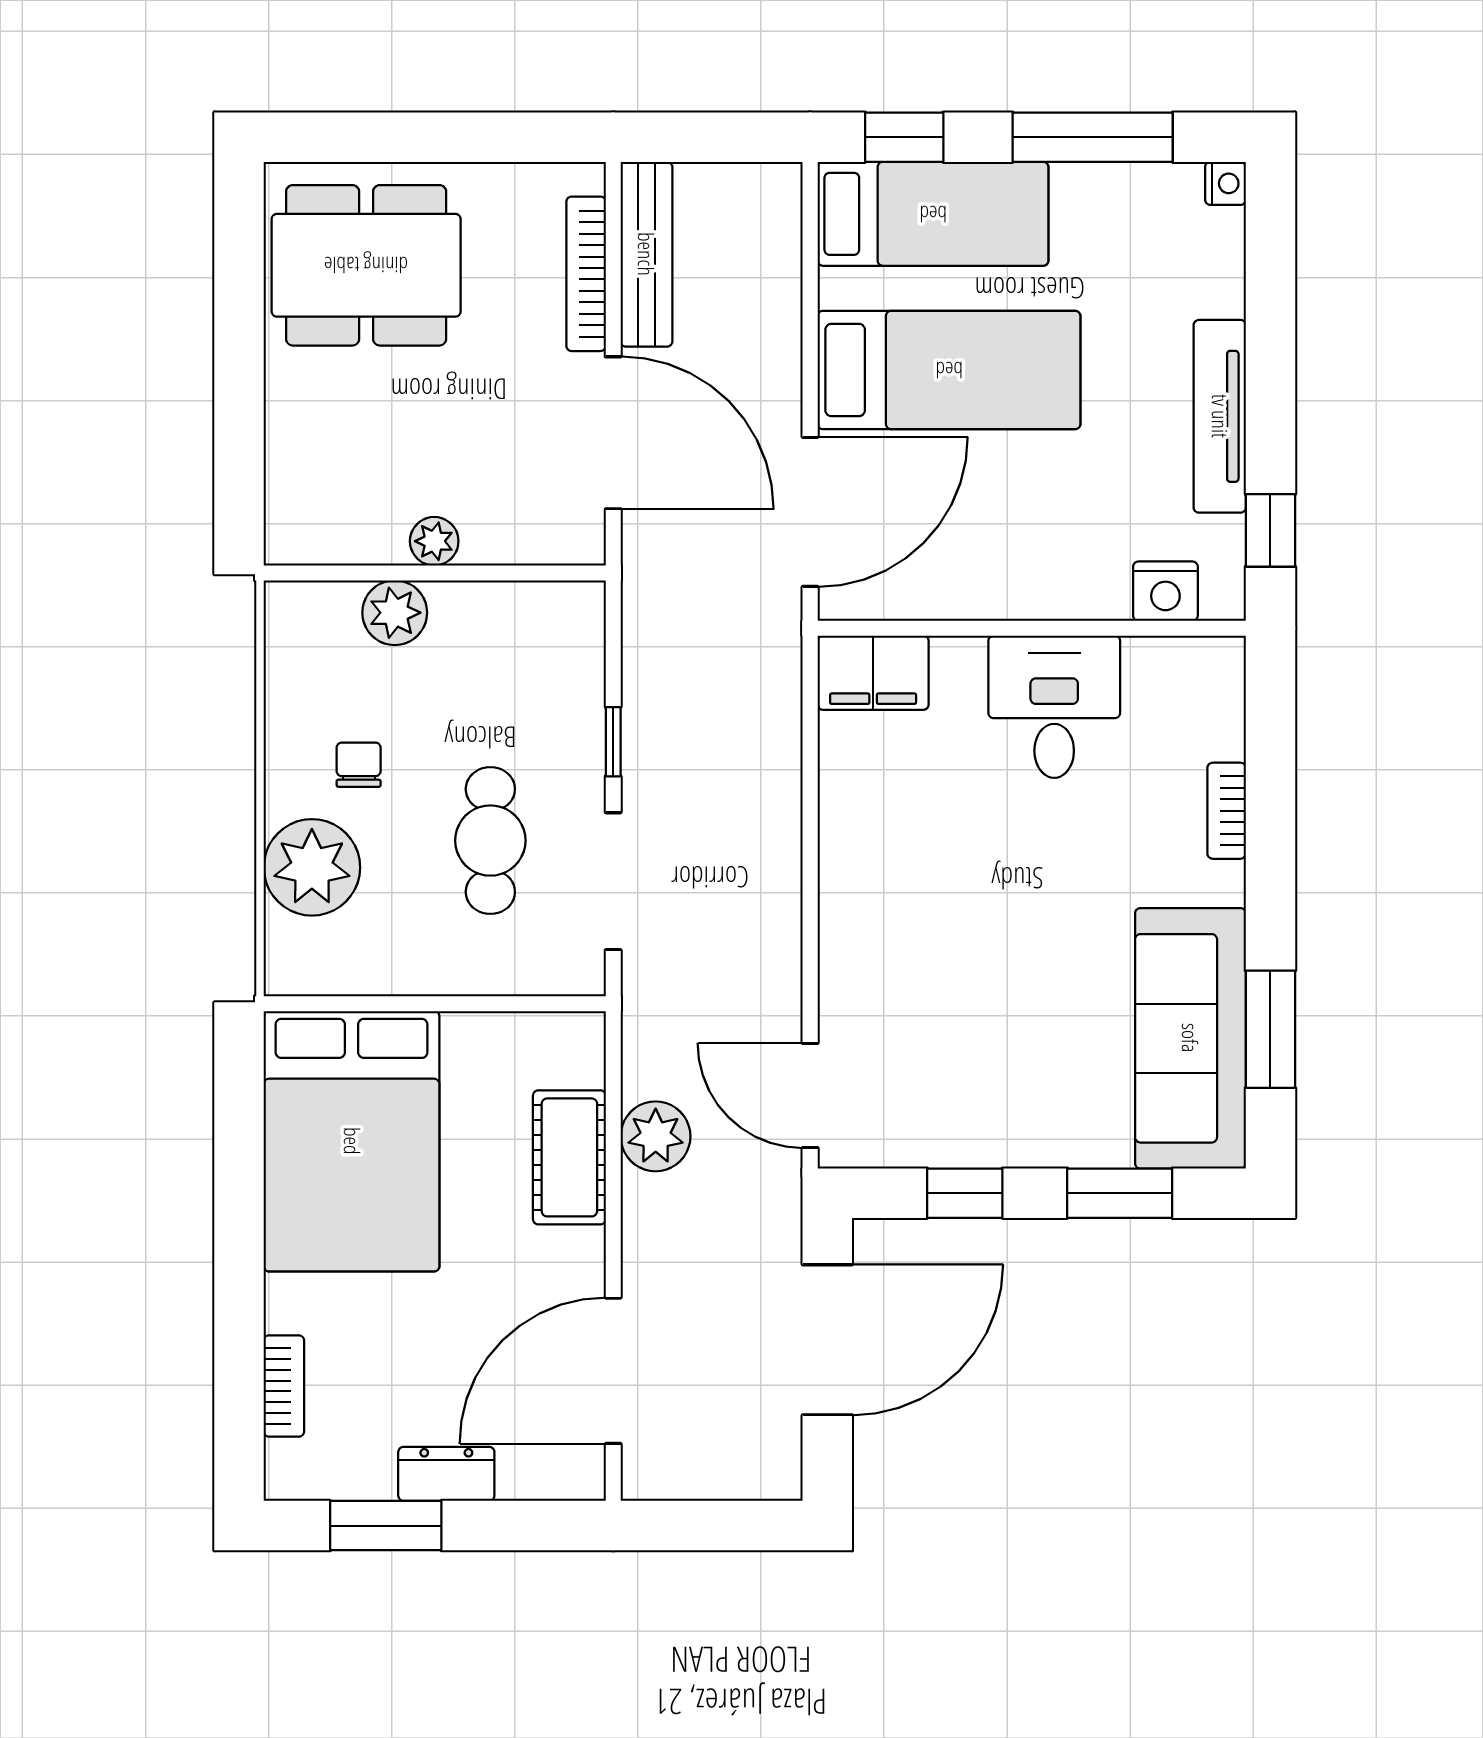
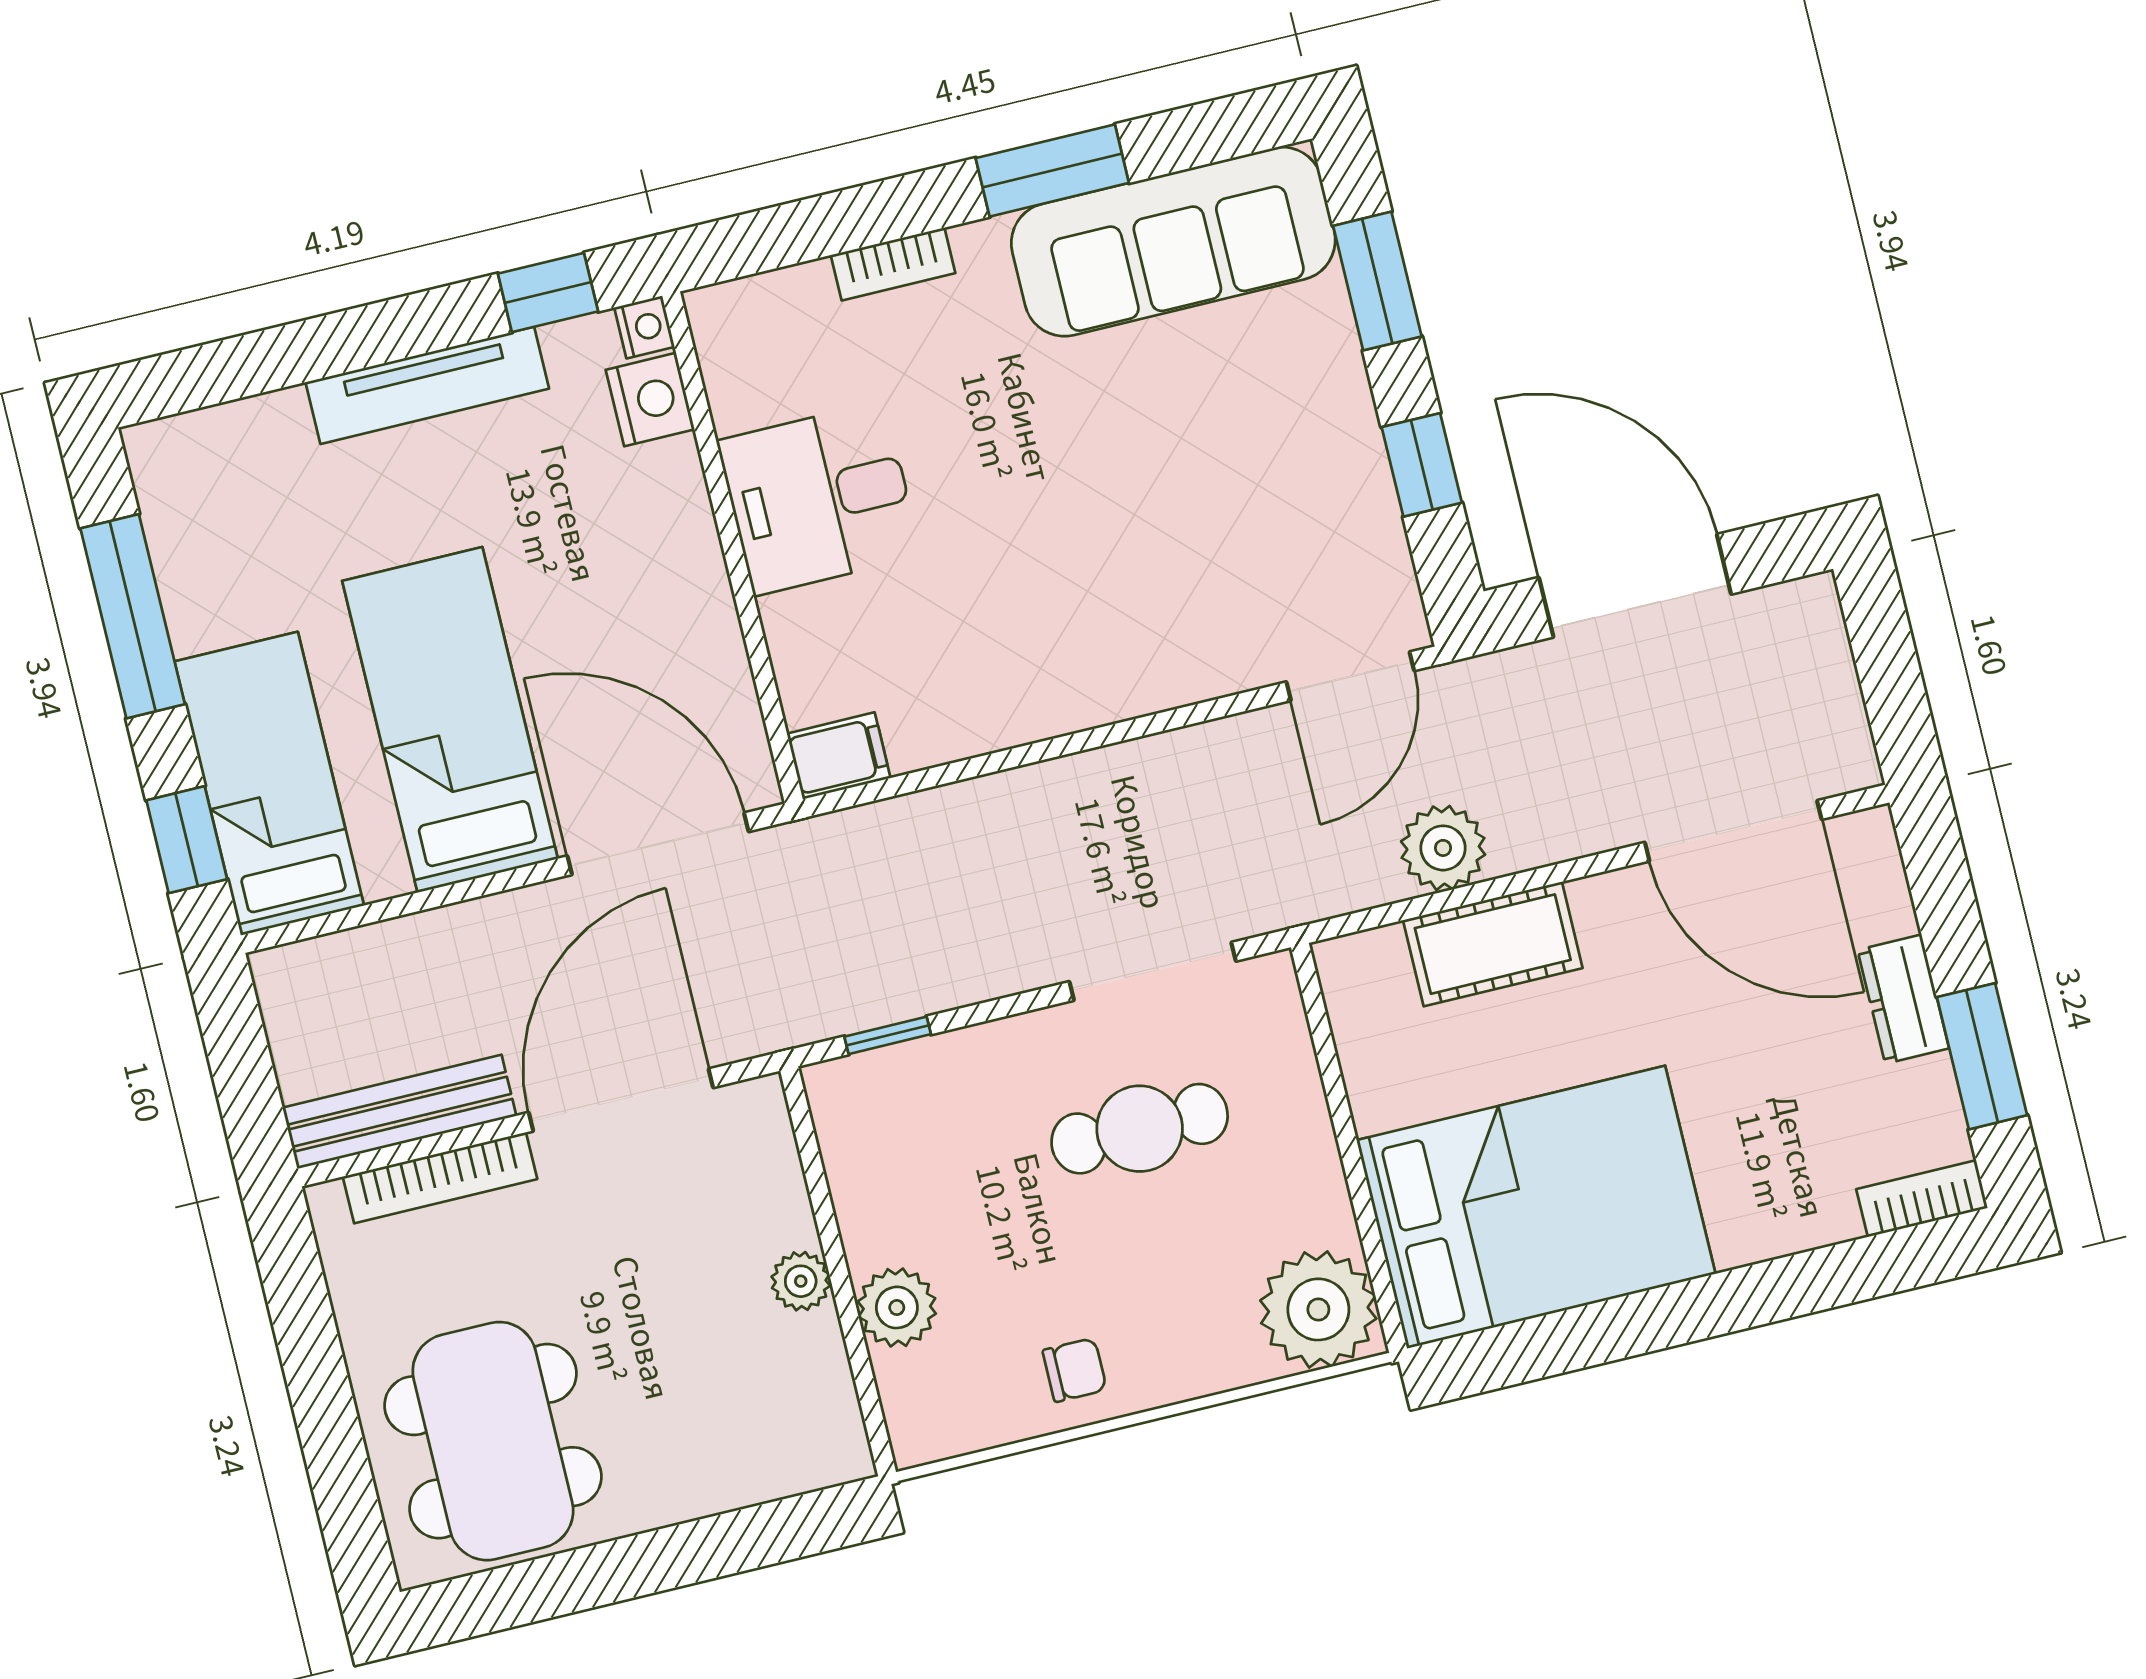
nightstand: (1225, 183) -> (644, 327), moved, turned 90
filing cabinet: (873, 673) -> (839, 756), width x0.50
window: (613, 742) -> (888, 1035), moved
chair: (359, 765) -> (1075, 1370), moved, turned 180
plant: (312, 867) -> (1318, 1309), moved
window: (1270, 1029) -> (1052, 170), moved
bookcase: (284, 1386) -> (1922, 1199), moved

